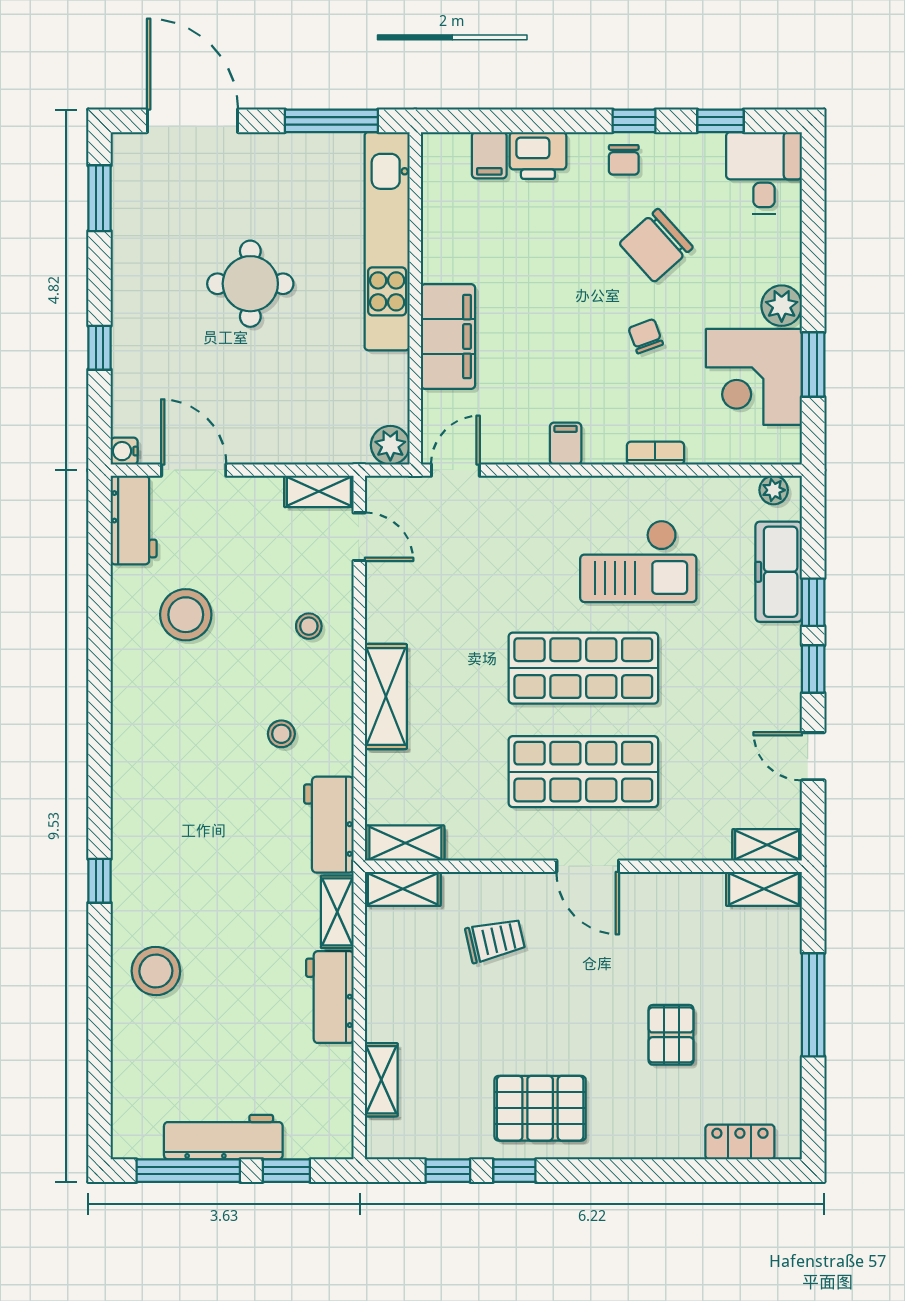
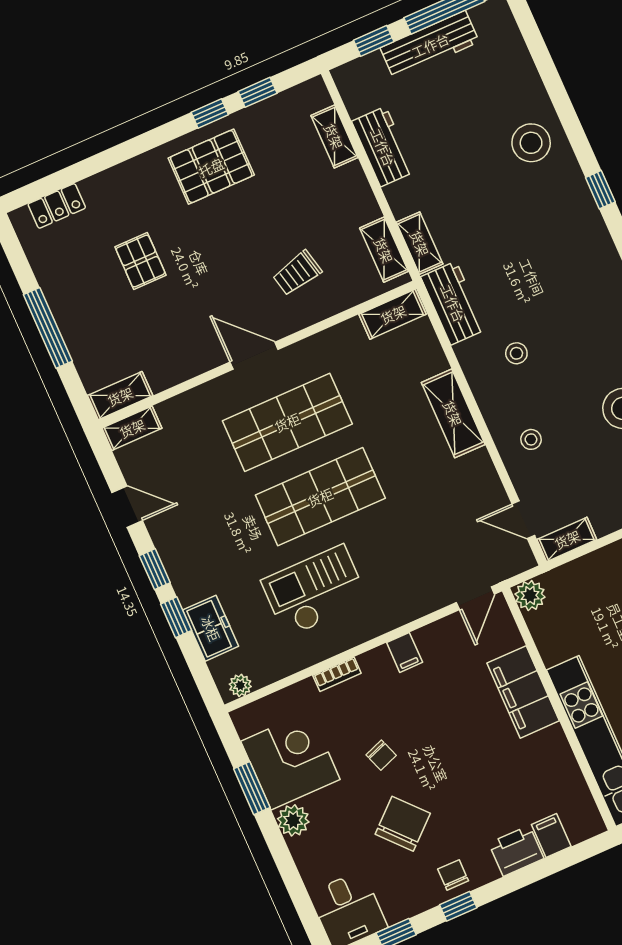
freezer: (779, 572) -> (211, 628), width x0.71
shelving: (403, 889) -> (384, 250), moved, turned 90
workbench: (330, 997) -> (383, 147), moved

